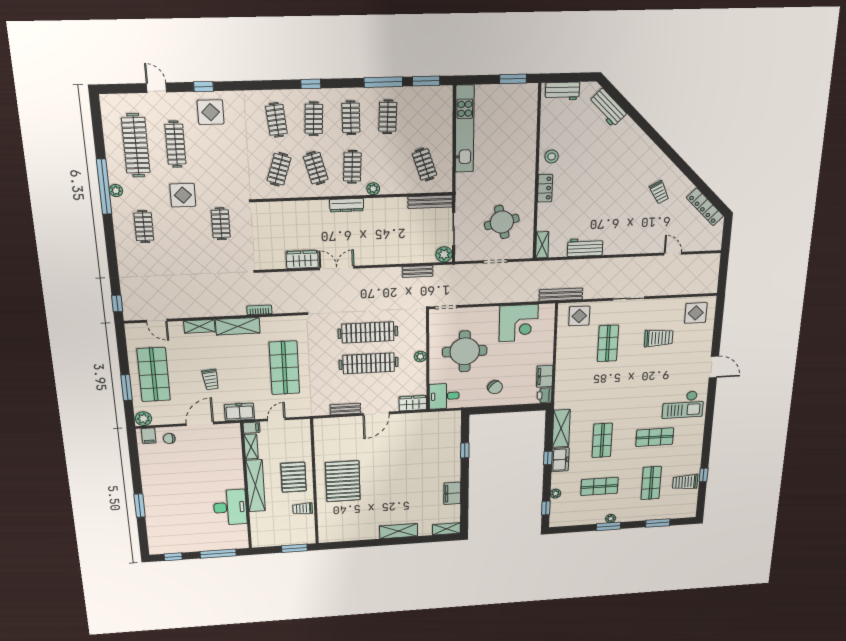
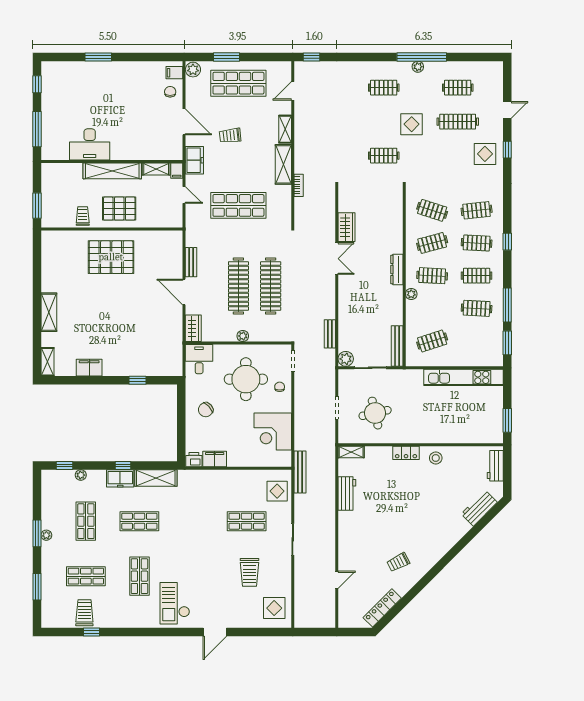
clothes rail: (136, 145) -> (458, 88), width x0.54, depth x0.76
chair: (473, 319) -> (280, 387), added

